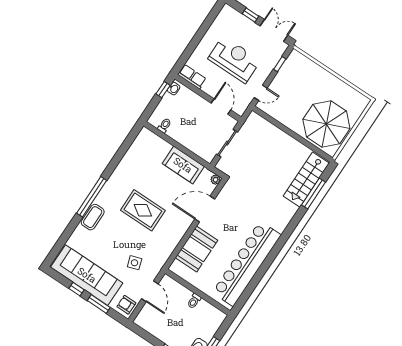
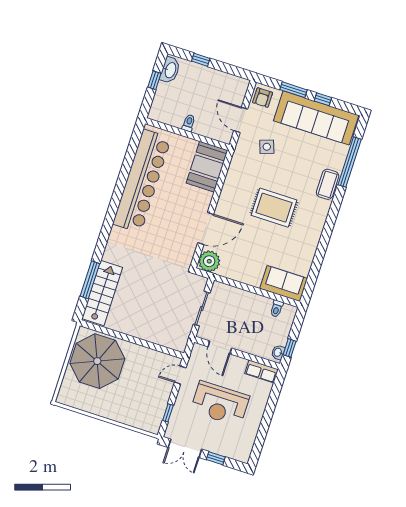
sofa: (183, 165) -> (284, 284), moved
plant: (216, 180) -> (209, 261), width x1.87, depth x1.87
window: (92, 197) -> (350, 162), moved
booth: (197, 249) -> (207, 167), moved
armchair: (126, 305) -> (263, 98), turned 90

